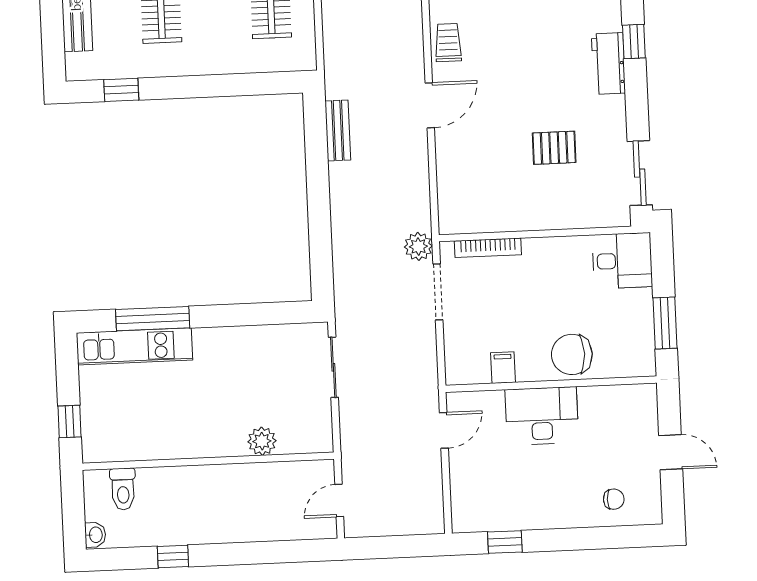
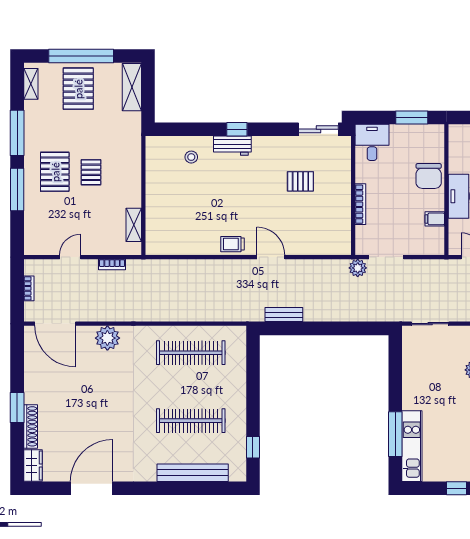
workbench: (608, 63) -> (232, 146), moved
pallet: (554, 148) -> (300, 181), turned 90
bookcase: (488, 248) -> (360, 204), moved

